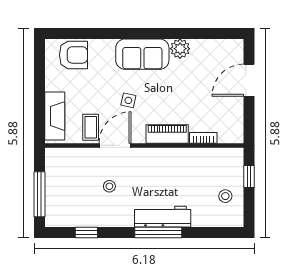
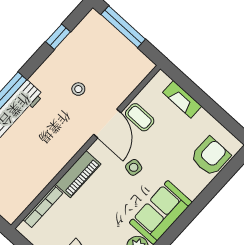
armchair: (73, 55) -> (211, 156), turned 180
fireplace: (55, 116) -> (182, 99), width x0.73, depth x0.76
bookcase: (203, 138) -> (43, 206), width x1.56

